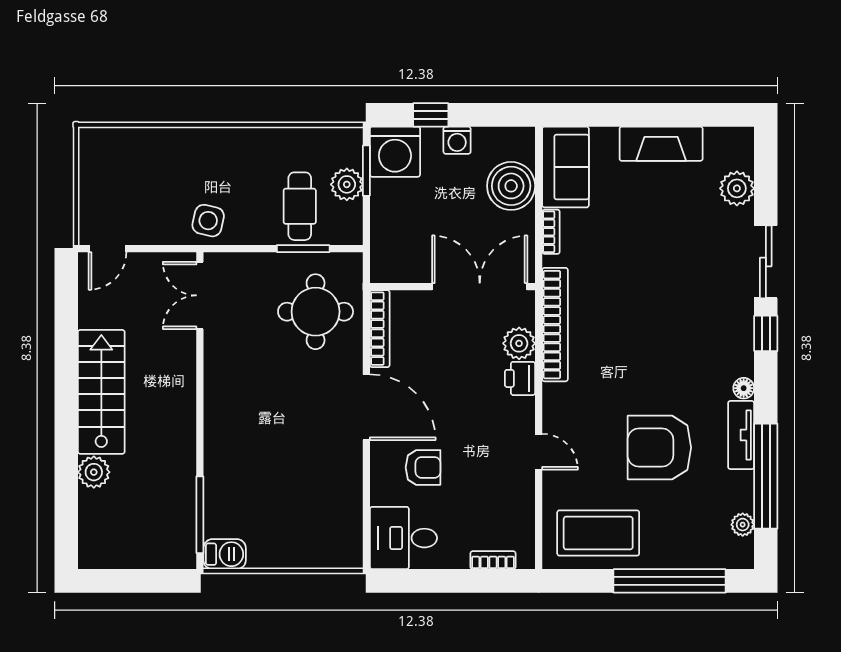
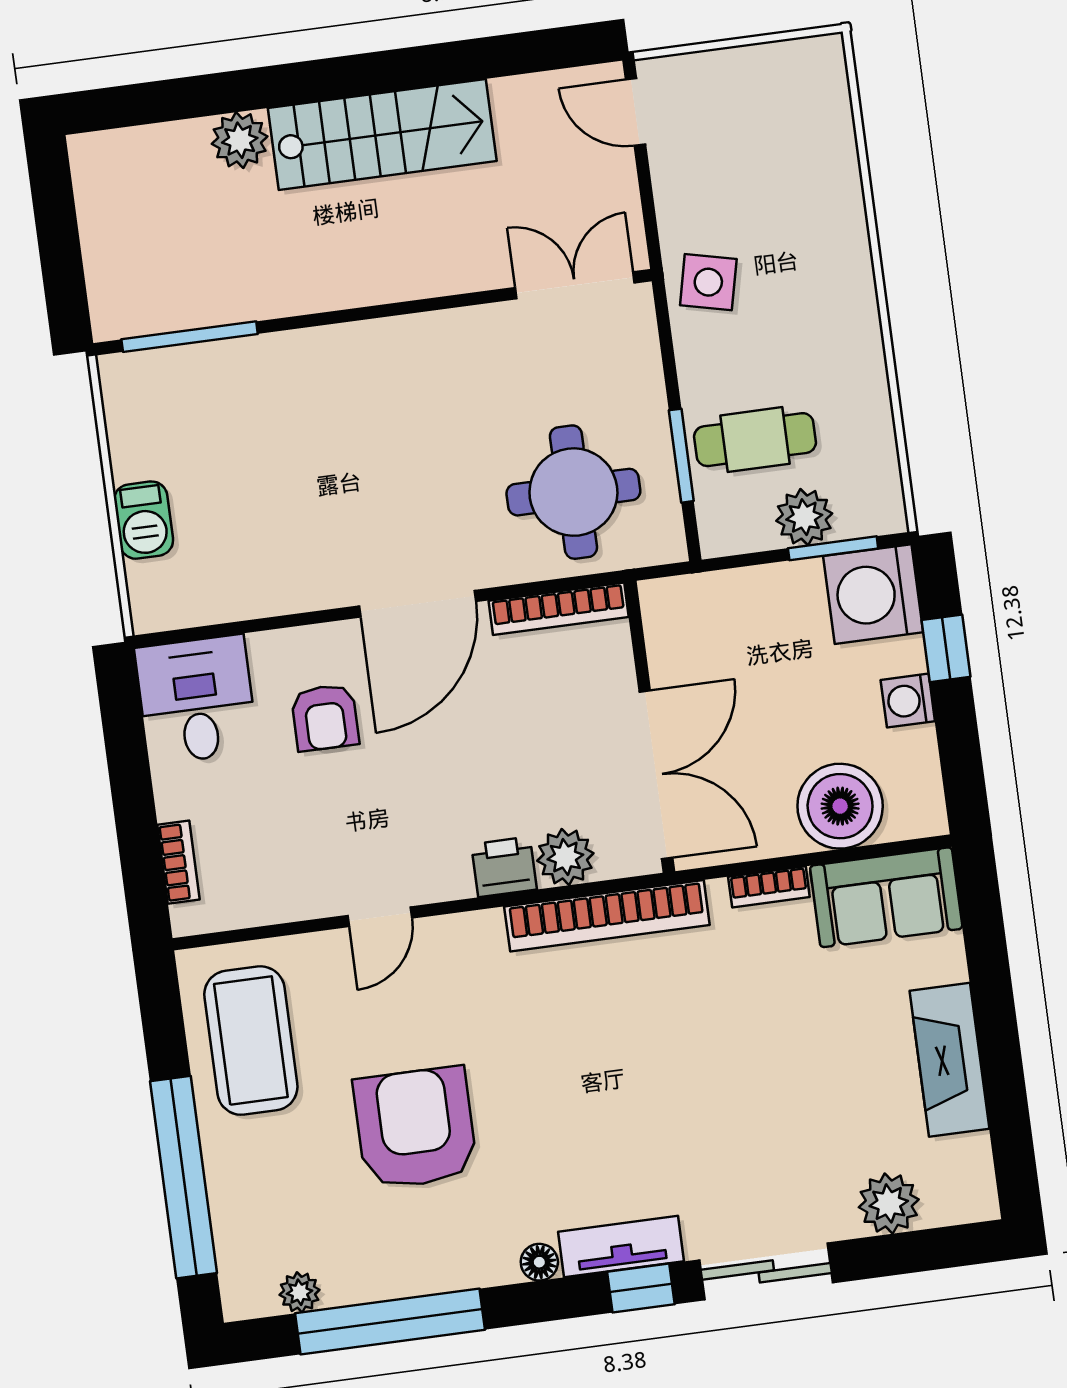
tv unit: (741, 435) -> (621, 1247), moved
barbecue: (225, 554) -> (144, 520), moved

